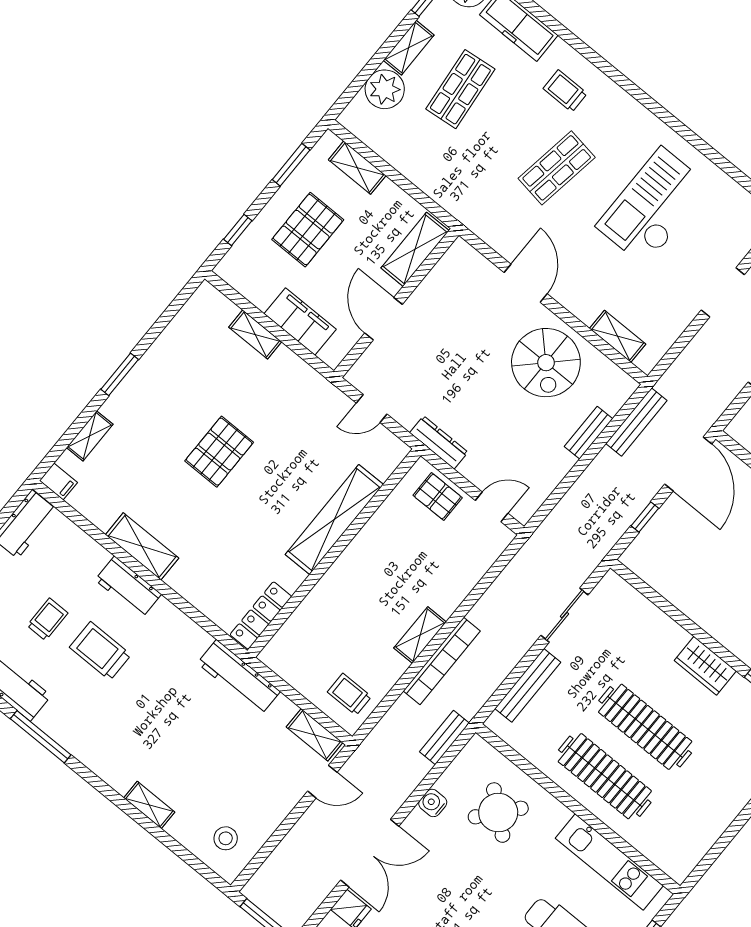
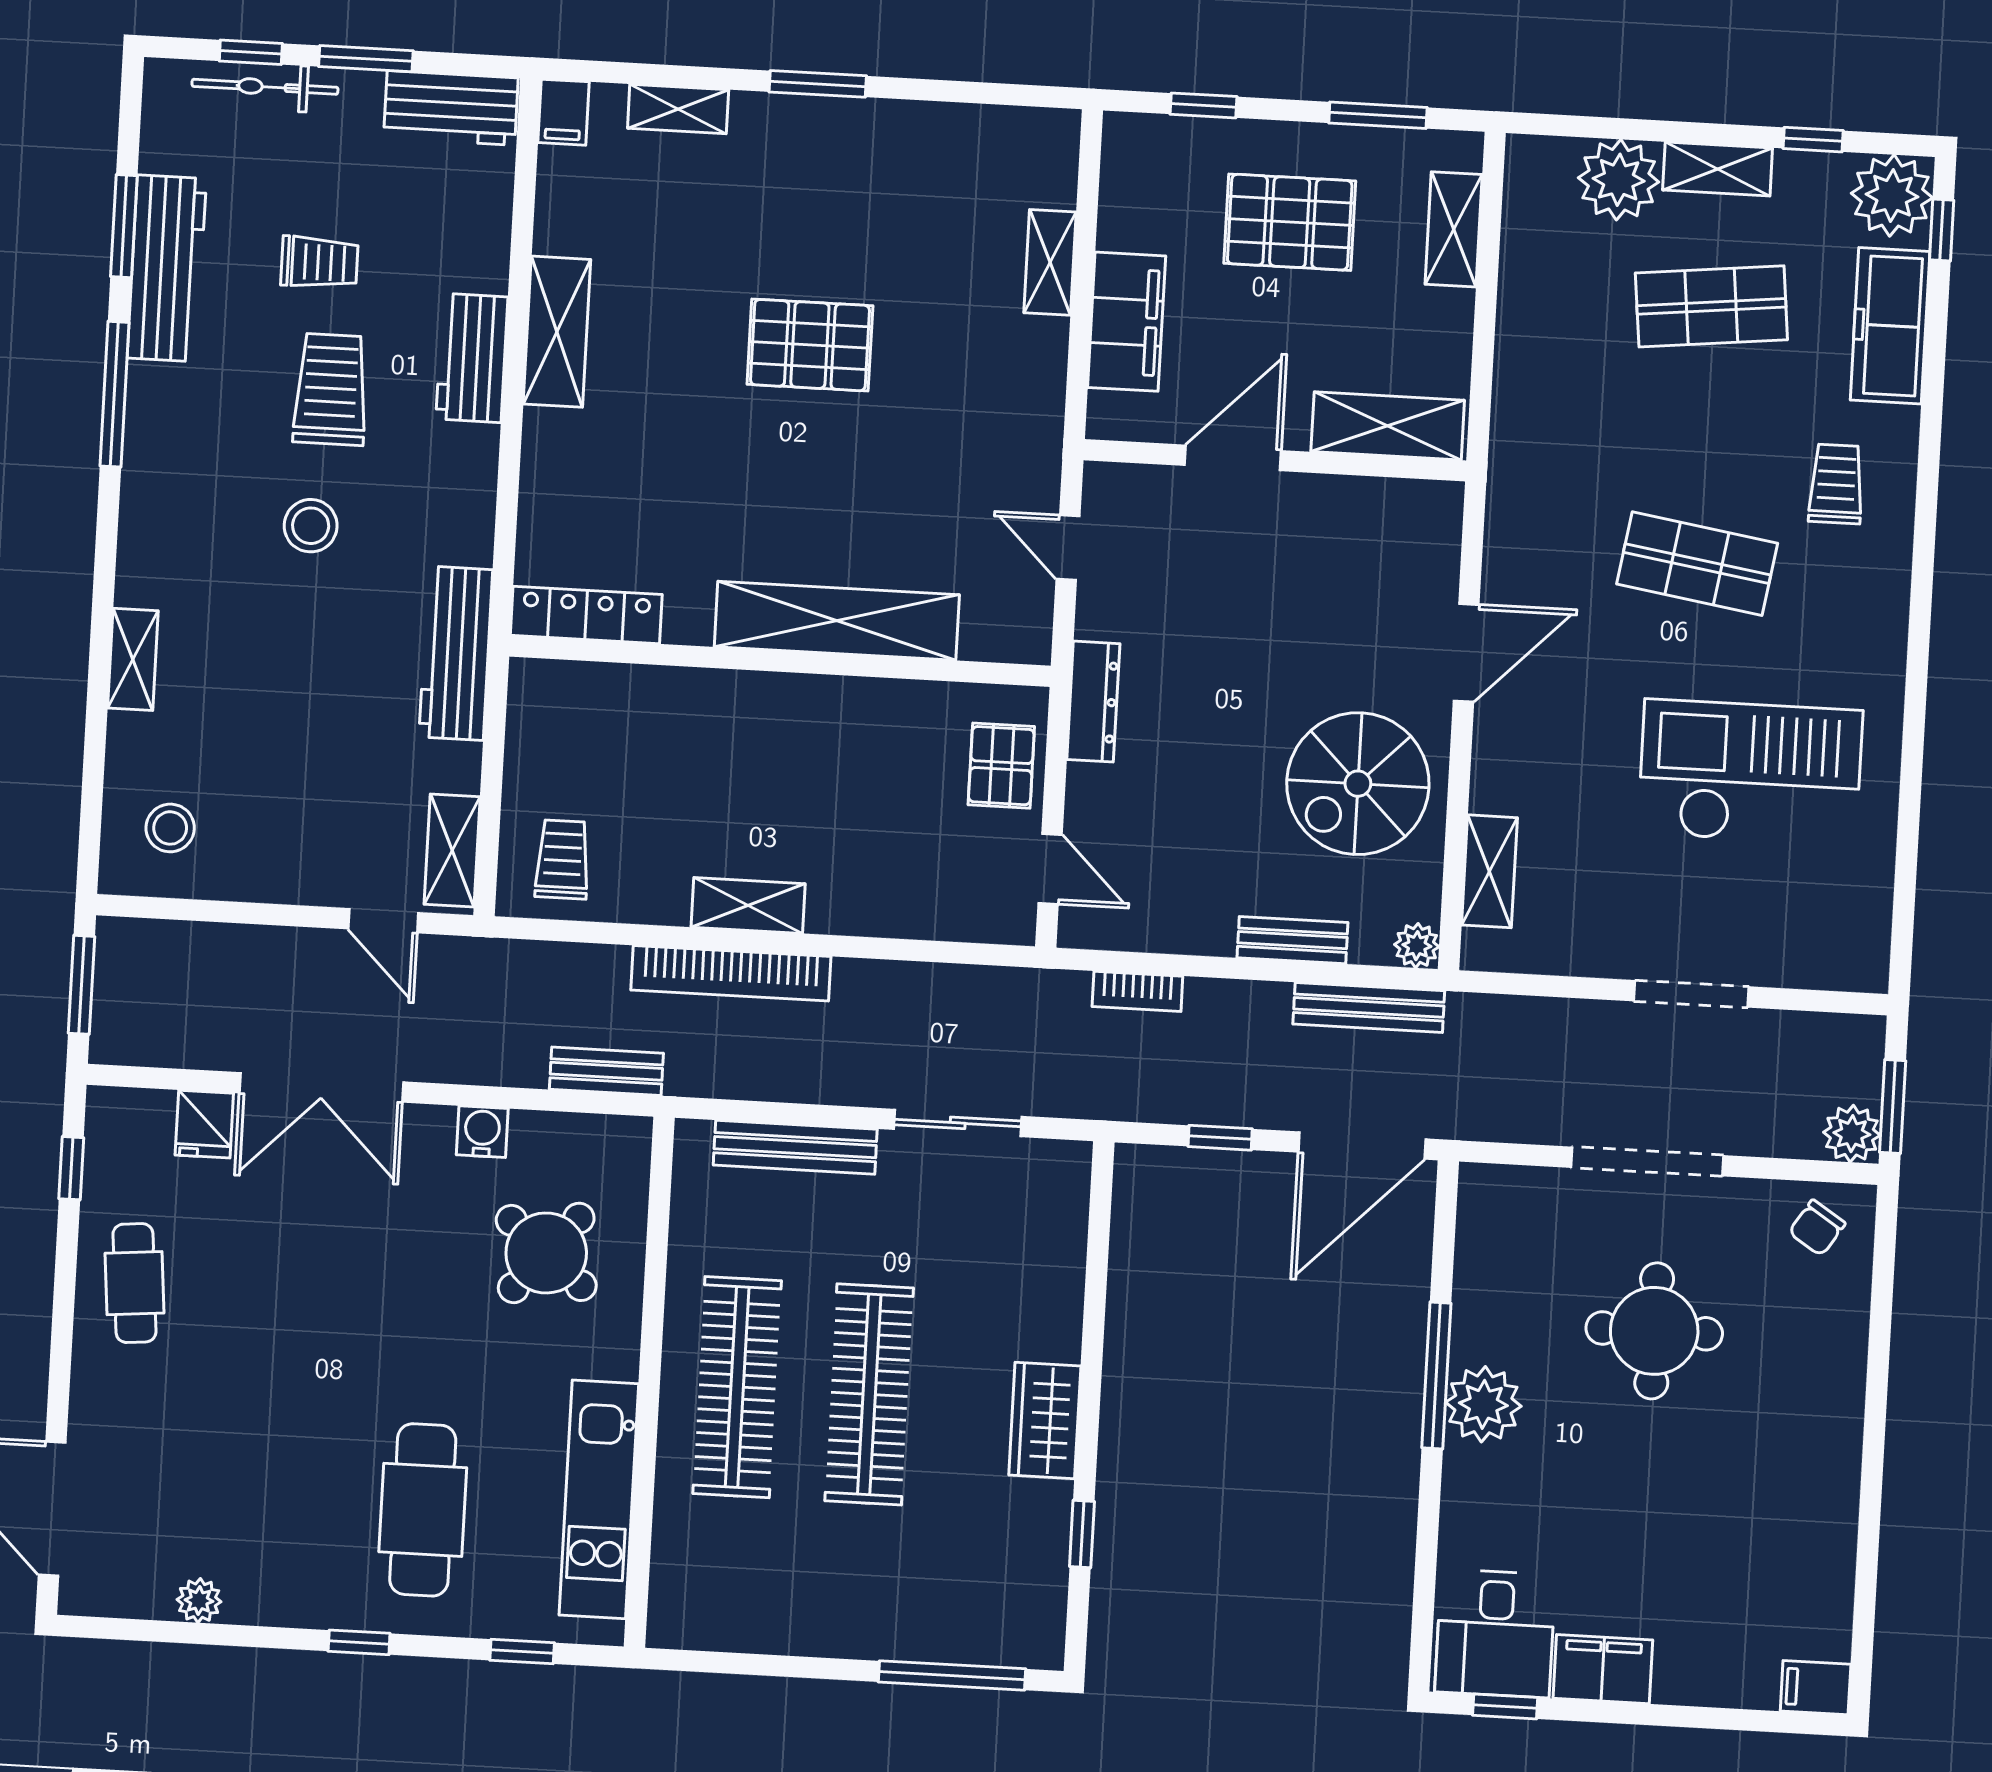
plant: (626, 386) -> (1417, 946), added
bookcase: (564, 508) -> (1137, 991), added
stool: (148, 698) -> (311, 526), added

